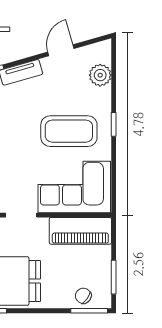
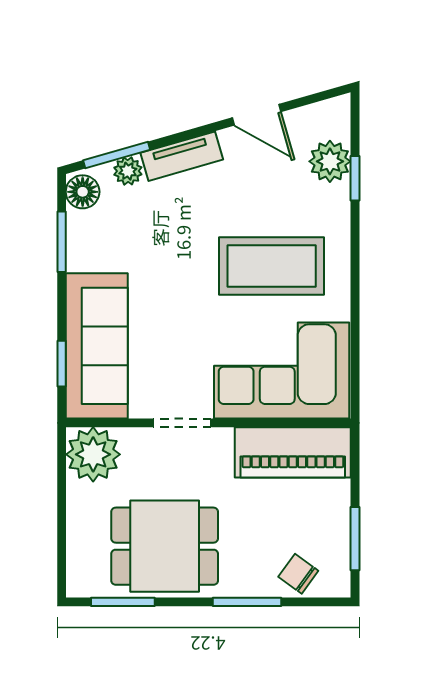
door: (61, 50) -> (256, 115), swing flipped
window: (114, 124) -> (355, 178), moved
window: (89, 311) -> (247, 602), moved

